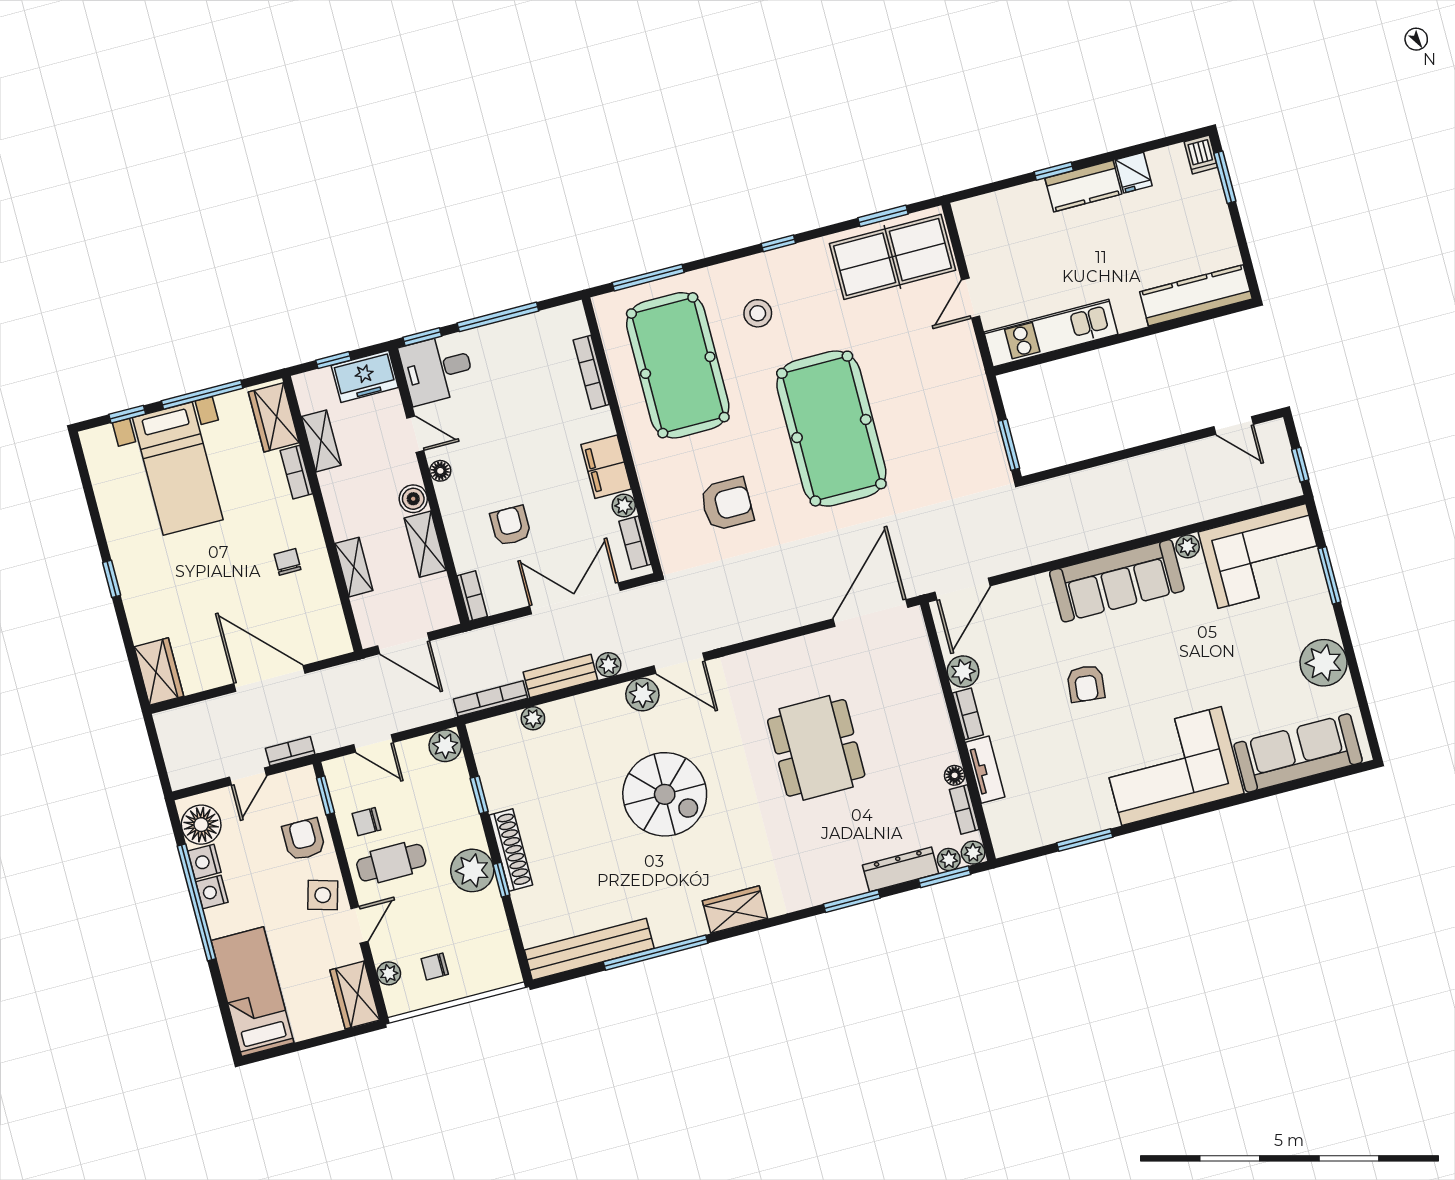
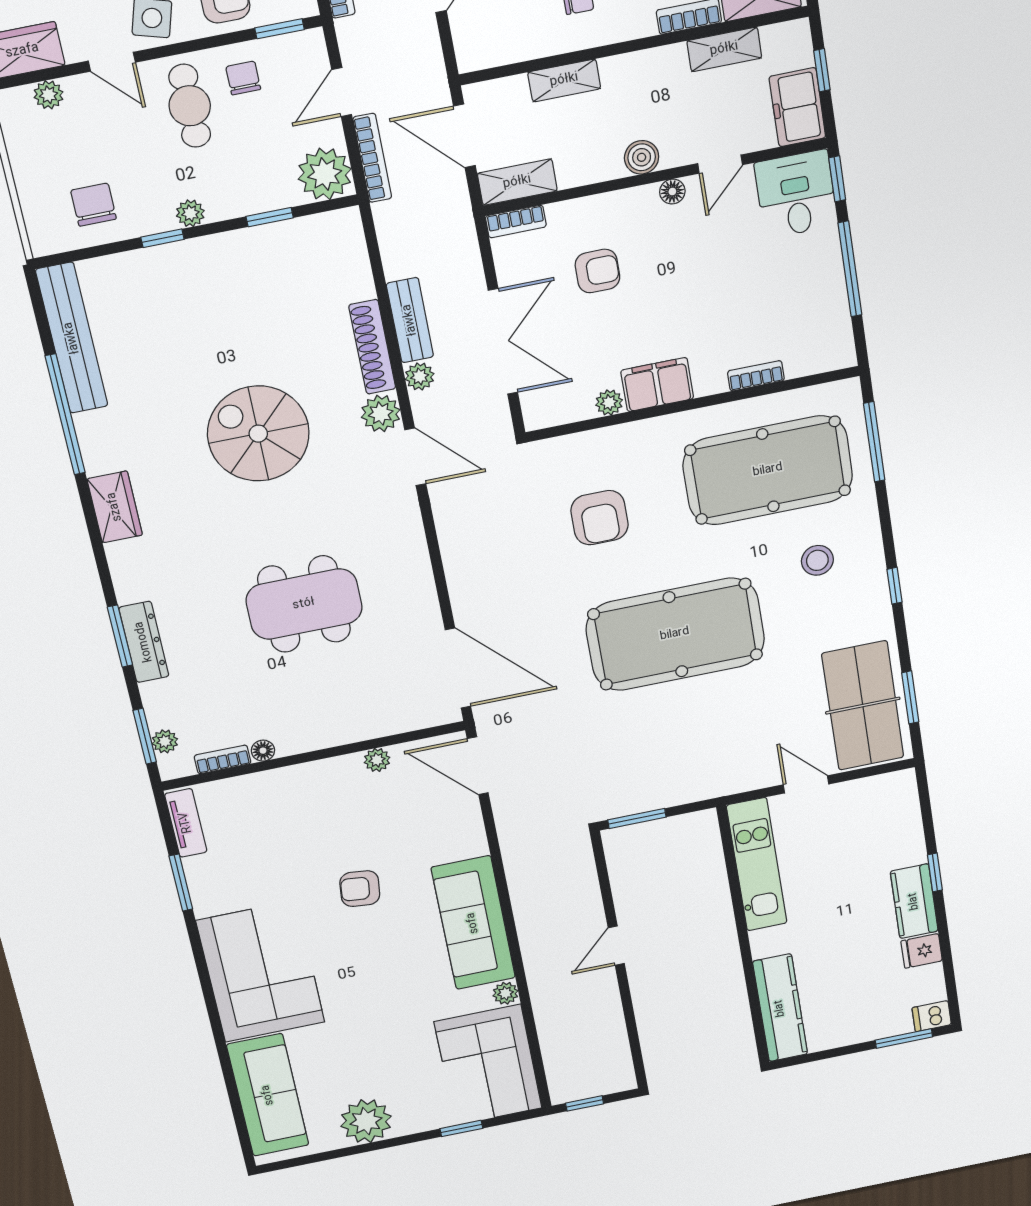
bookcase: (591, 372) -> (756, 376), width x0.64
door: (1234, 426) -> (616, 946), moved
bookcase: (635, 543) -> (564, 413), removed
shelving: (425, 544) -> (517, 182), moved
window: (1329, 575) -> (461, 1128), width x0.67
door: (404, 643) -> (464, 136), hinge flipped
door: (679, 663) -> (415, 457), swing flipped
plant: (963, 671) -> (377, 760), width x0.73, depth x0.73
bookcase: (490, 699) -> (372, 158), moved
bookcase: (968, 714) -> (333, 767), removed
plant: (533, 718) -> (360, 286), removed
plant: (445, 746) -> (325, 174), width x1.36, depth x1.36
tv unit: (985, 770) -> (186, 823), moved, turned -90
spiral stairs: (665, 794) -> (258, 434), turned 90
shoe rack: (511, 850) -> (372, 347), moved, turned 90
plant: (973, 853) -> (172, 767), removed
dresser: (901, 869) -> (144, 642), moved
plant: (472, 870) -> (190, 213), width x0.53, depth x0.53
chair: (435, 967) -> (93, 205), moved, width x1.37, depth x1.37

